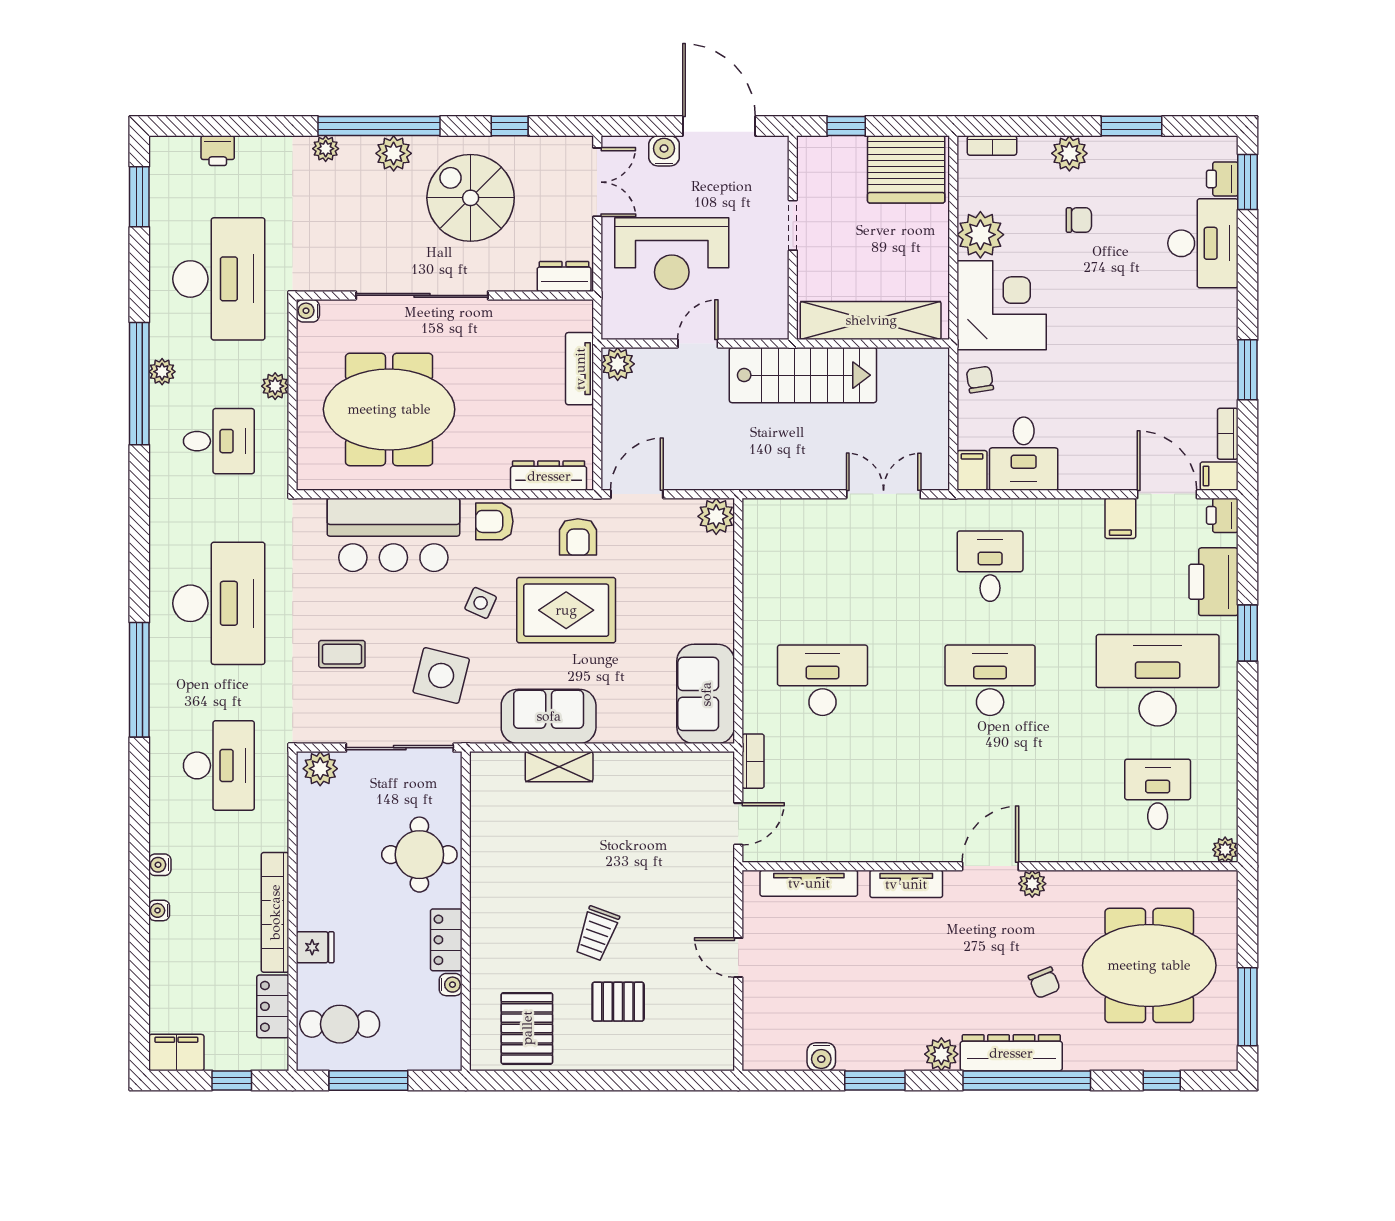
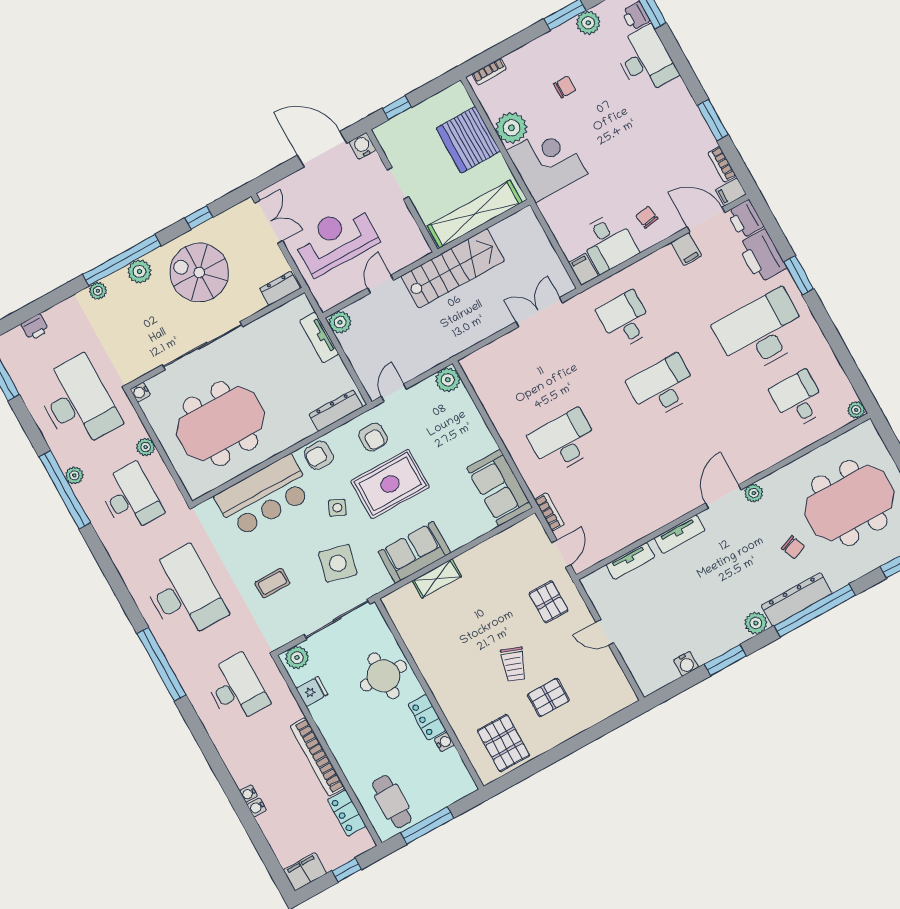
water cooler: (664, 151) -> (362, 146), moved
plant: (1069, 153) -> (588, 23), moved
server rack: (906, 169) -> (468, 140), moved, turned 90
reception desk: (672, 253) -> (336, 240), turned 180
chair: (980, 380) -> (647, 217), moved
desk: (219, 441) -> (130, 498), width x1.37
door: (637, 494) -> (394, 393), width x0.73
printer: (1222, 515) -> (745, 219), width x1.36, depth x1.24
water cooler: (160, 865) -> (257, 807), moved
pallet: (687, 877) -> (549, 602), added
tv unit: (809, 883) -> (630, 561), width x0.71
fridge: (315, 947) -> (312, 691), moved
cafe table: (340, 1024) -> (392, 802), turned 90

